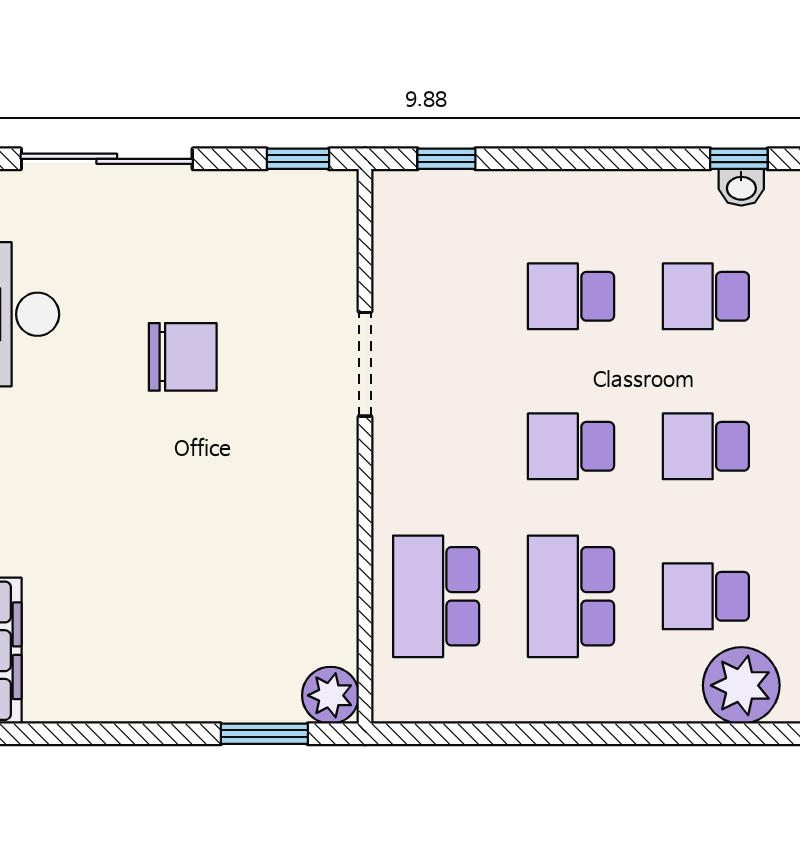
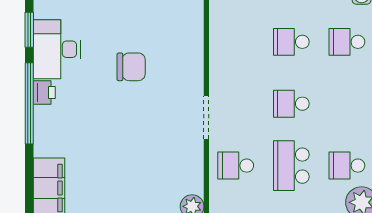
doorway: (365, 364) -> (206, 117), moved
school desk: (706, 446) -> (347, 104), removed
school desk: (436, 596) -> (236, 166), width x0.54

